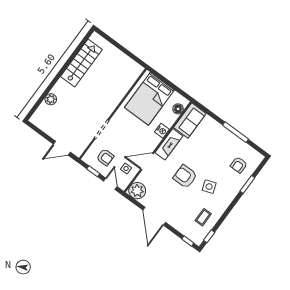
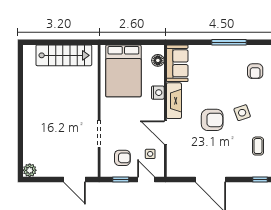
stairs: (81, 63) -> (64, 55), moved, turned 90
plant: (51, 99) -> (30, 170), moved
door: (62, 148) -> (75, 180), hinge flipped
door: (147, 162) -> (165, 132), hinge flipped
armchair: (185, 176) -> (212, 120), turned 180
plant: (137, 191) -> (176, 167), removed

